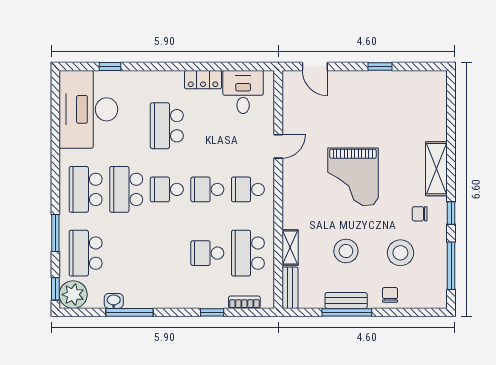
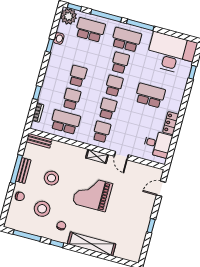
shelving: (436, 169) -> (92, 244), width x1.47
window: (55, 173) -> (140, 25), added
school desk: (126, 189) -> (120, 63), width x0.54
window: (55, 233) -> (106, 16), width x1.44
shelving: (290, 248) -> (97, 156), moved
school desk: (167, 253) -> (78, 76), added
window: (129, 312) -> (50, 46), width x0.46

